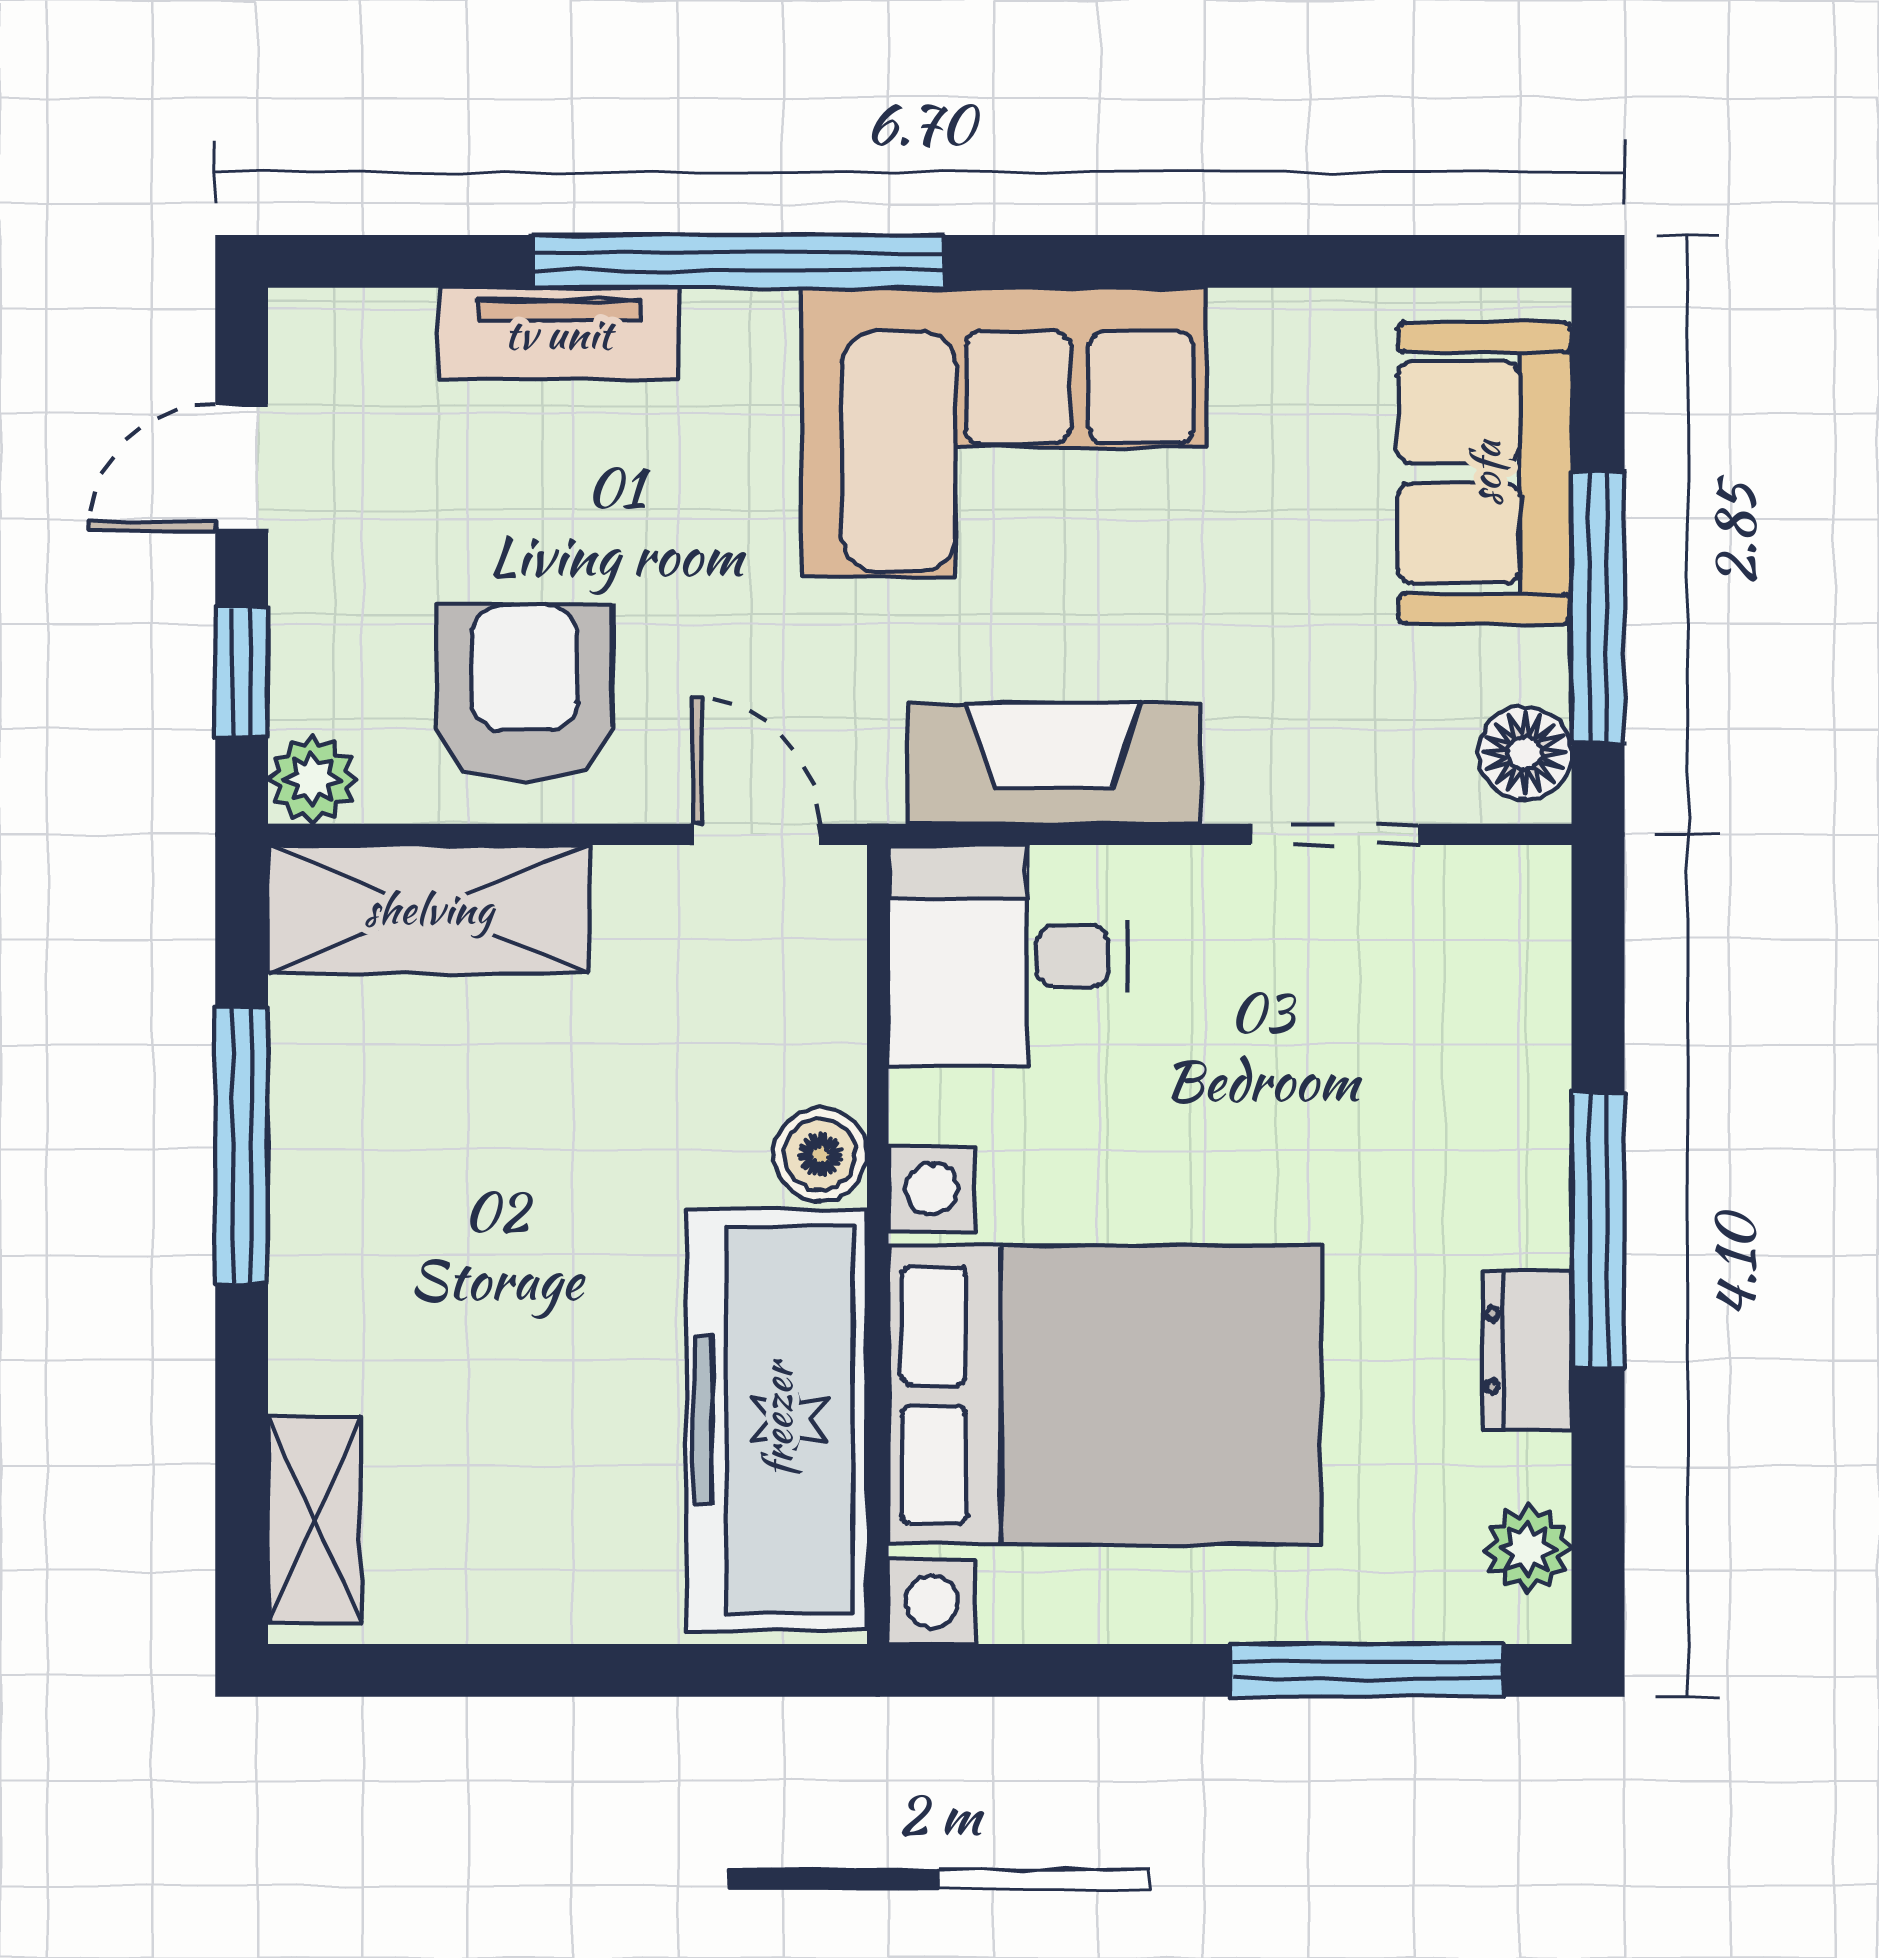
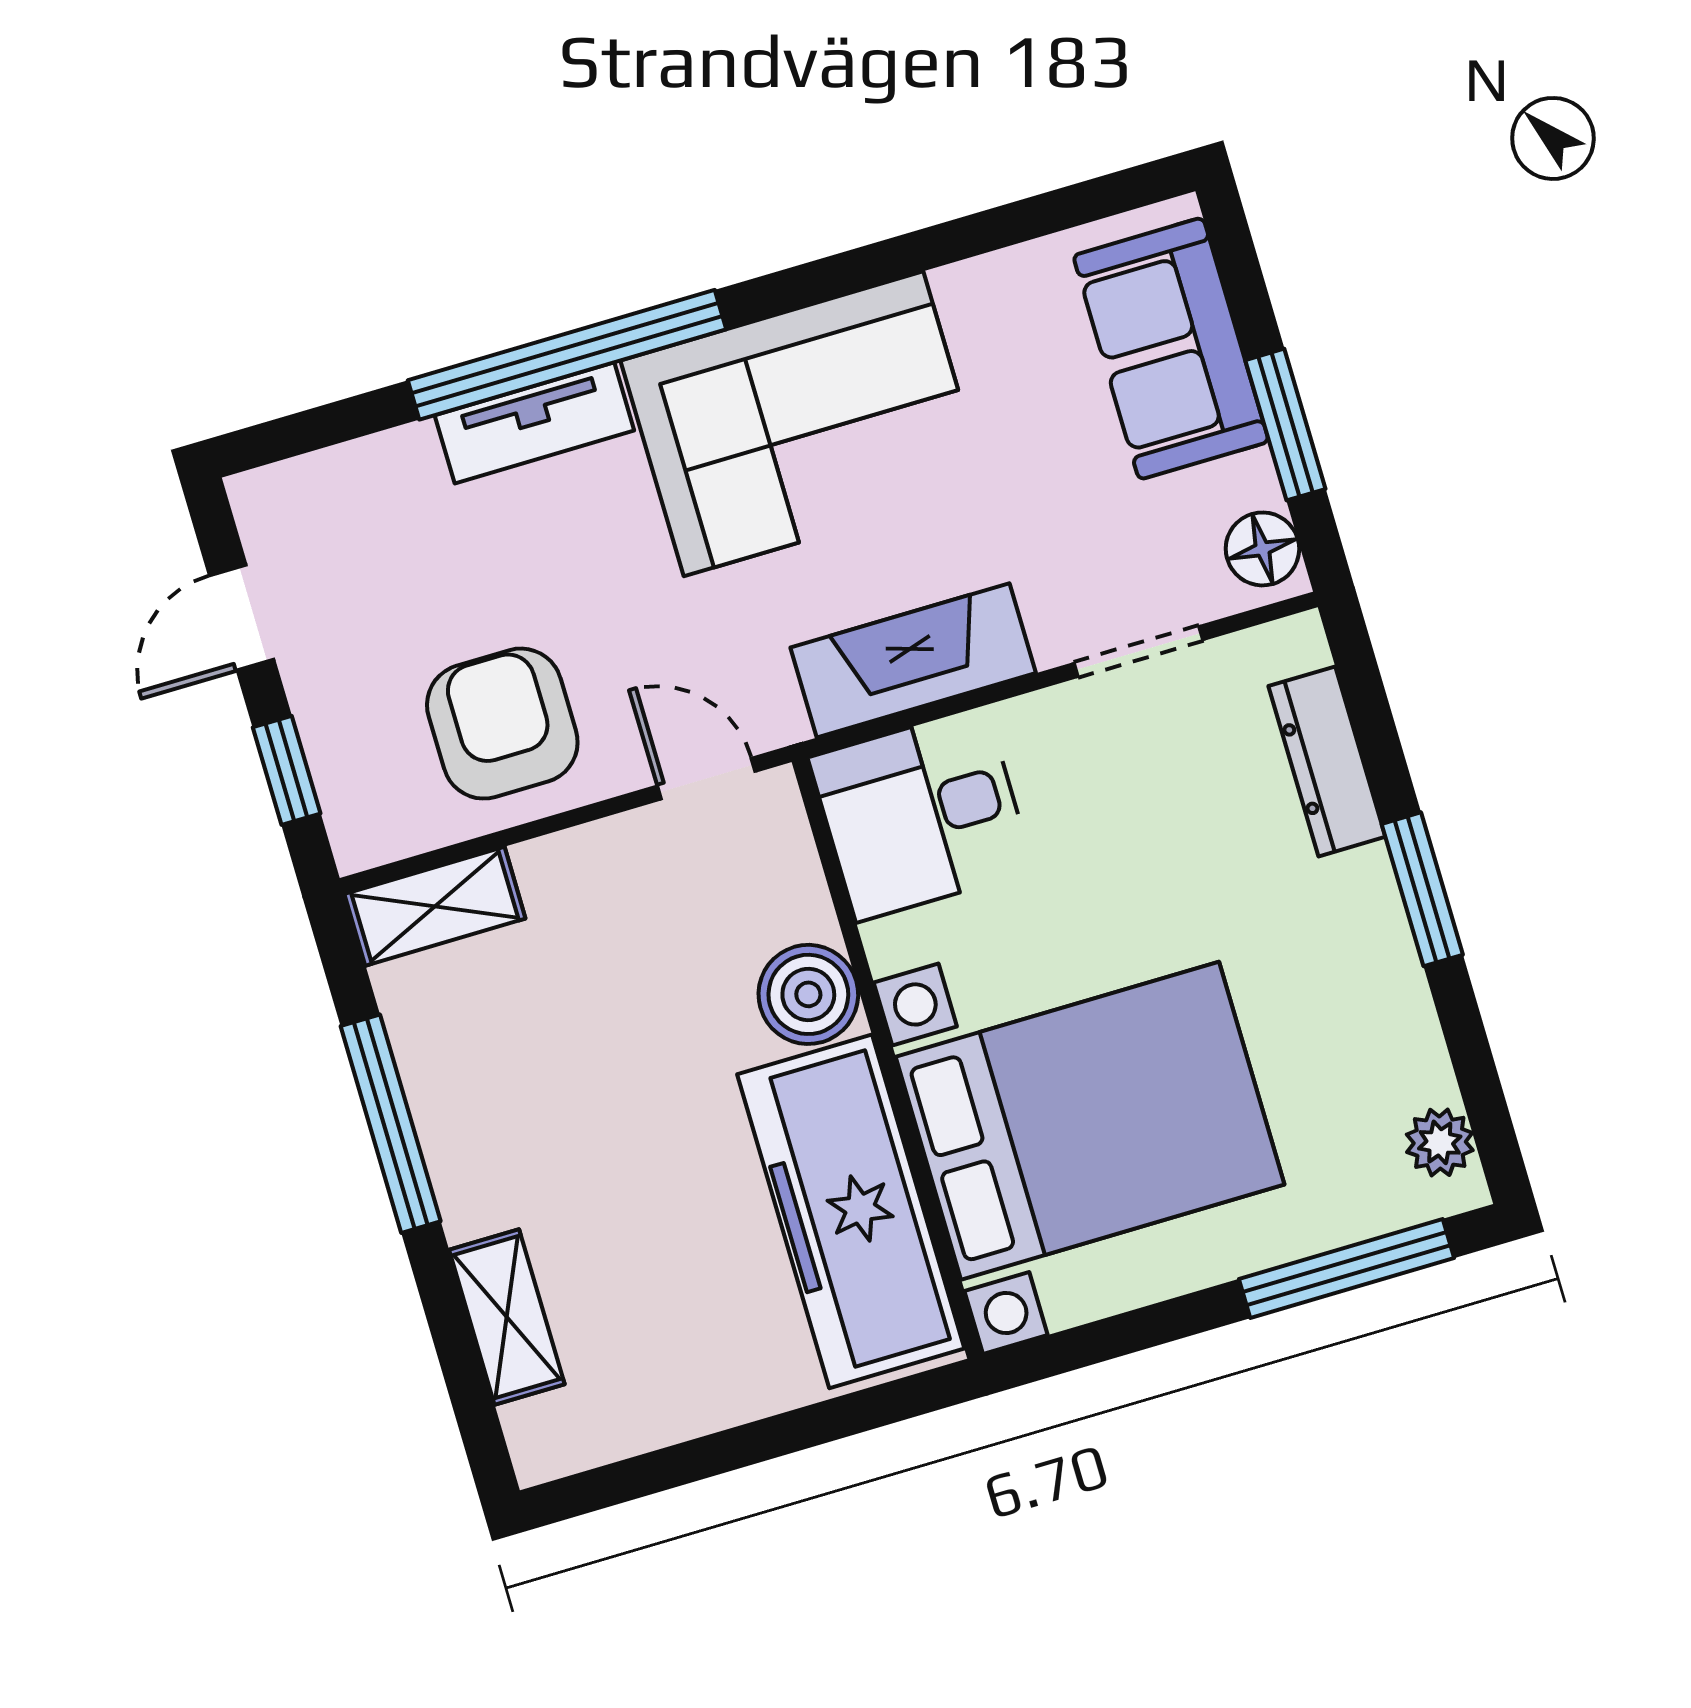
tv unit: (558, 334) -> (534, 423), moved
window: (1598, 608) -> (1285, 425), width x0.69
plant: (312, 779) -> (363, 835), removed
shelving: (429, 909) -> (435, 906), width x0.67, depth x0.75
boiler: (820, 1154) -> (808, 994), width x1.36, depth x1.36
window: (1598, 1230) -> (1422, 889), width x0.69
dresser: (1527, 1350) -> (1327, 761), moved, width x1.44
shelving: (315, 1519) -> (507, 1317), moved

